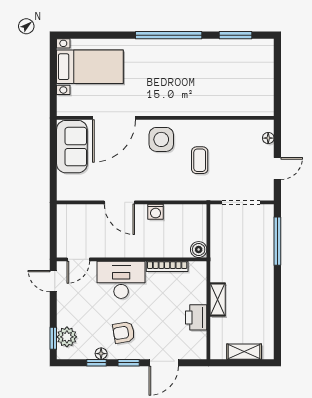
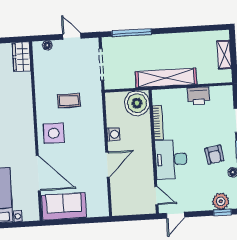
wardrobe: (256, 106) -> (21, 57), added
boiler: (199, 250) -> (137, 103), width x1.86, depth x1.86
shelving: (218, 300) -> (166, 78), width x2.20, depth x1.33

